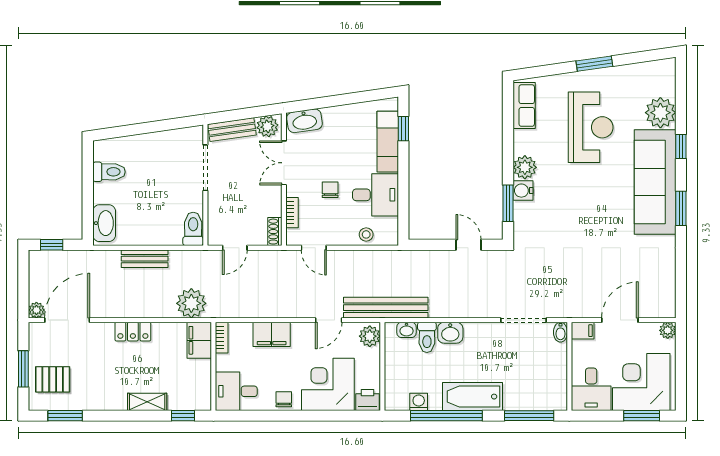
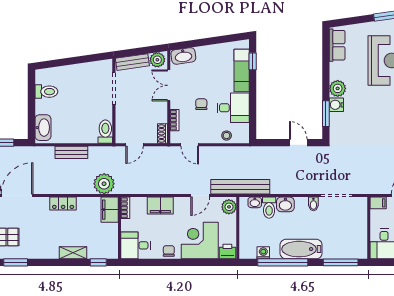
bidet: (560, 332) -> (313, 204), moved

